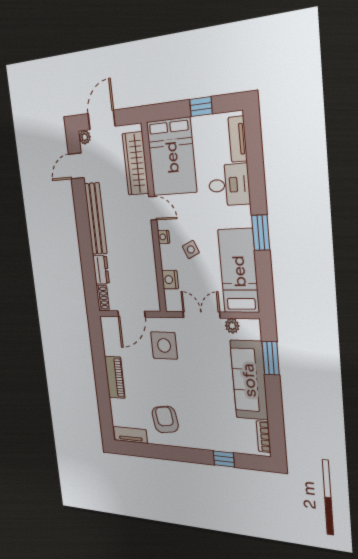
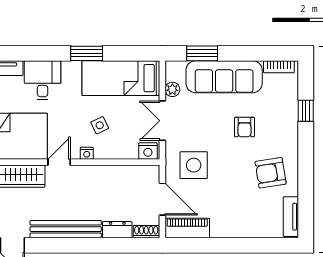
nightstand: (170, 280) -> (148, 151), moved
piano: (115, 377) -> (187, 228), moved
armchair: (203, 397) -> (244, 127), added

